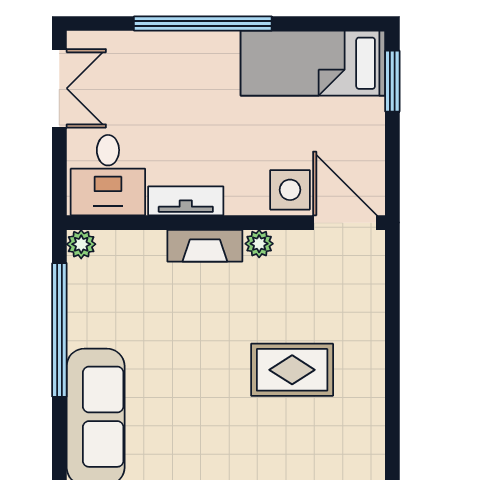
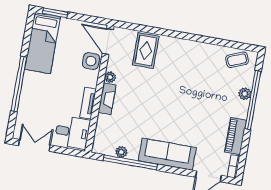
door: (345, 223) -> (108, 42), hinge flipped
plant: (81, 244) -> (121, 152), moved
rug: (292, 370) -> (146, 51), moved

